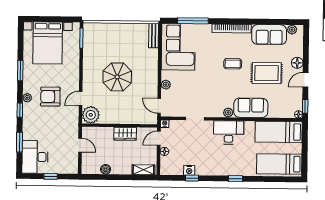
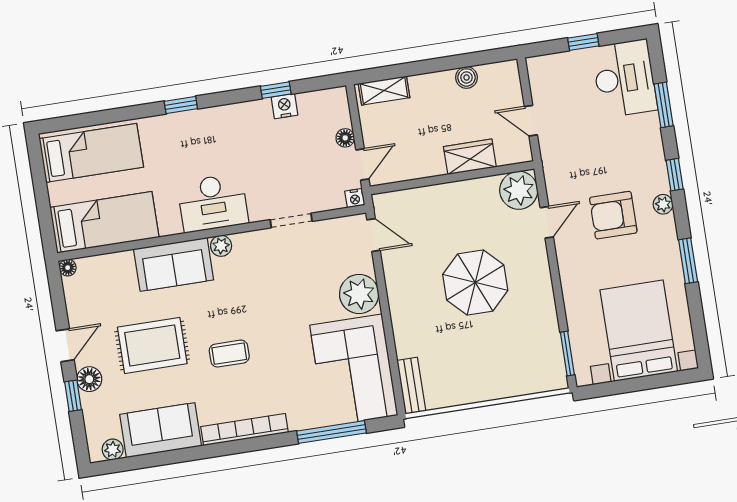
plant: (166, 85) -> (359, 294), width x1.88, depth x1.88
armchair: (50, 97) -> (613, 215), turned 180
window: (305, 106) -> (73, 396), moved
wardrobe: (125, 134) -> (470, 157), moved

